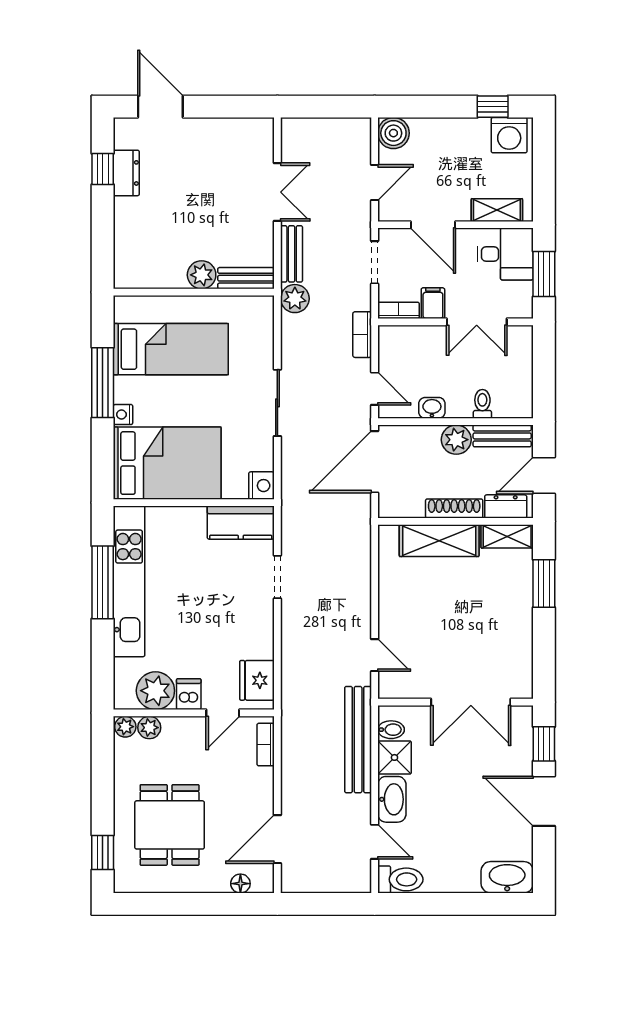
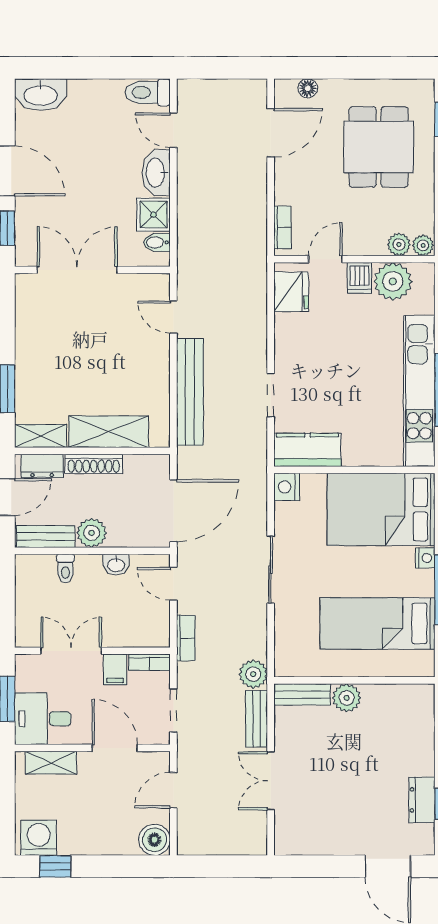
bench: (358, 740) -> (190, 392), moved

